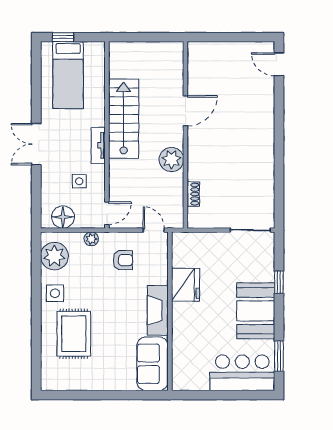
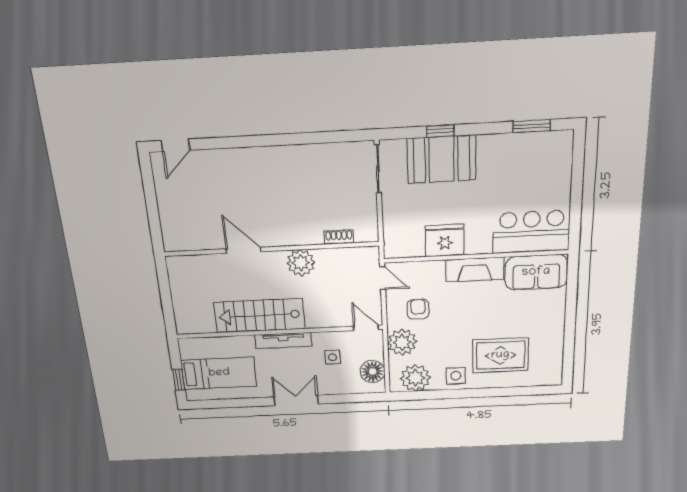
double door: (36, 144) -> (296, 400), swing flipped
tv unit: (98, 145) -> (283, 340), width x1.41
door: (154, 230) -> (383, 278), swing flipped
plant: (91, 239) -> (402, 342), width x1.87, depth x1.87
booth: (256, 311) -> (442, 159), moved
bar counter: (242, 373) -> (531, 232), moved, turned 90

